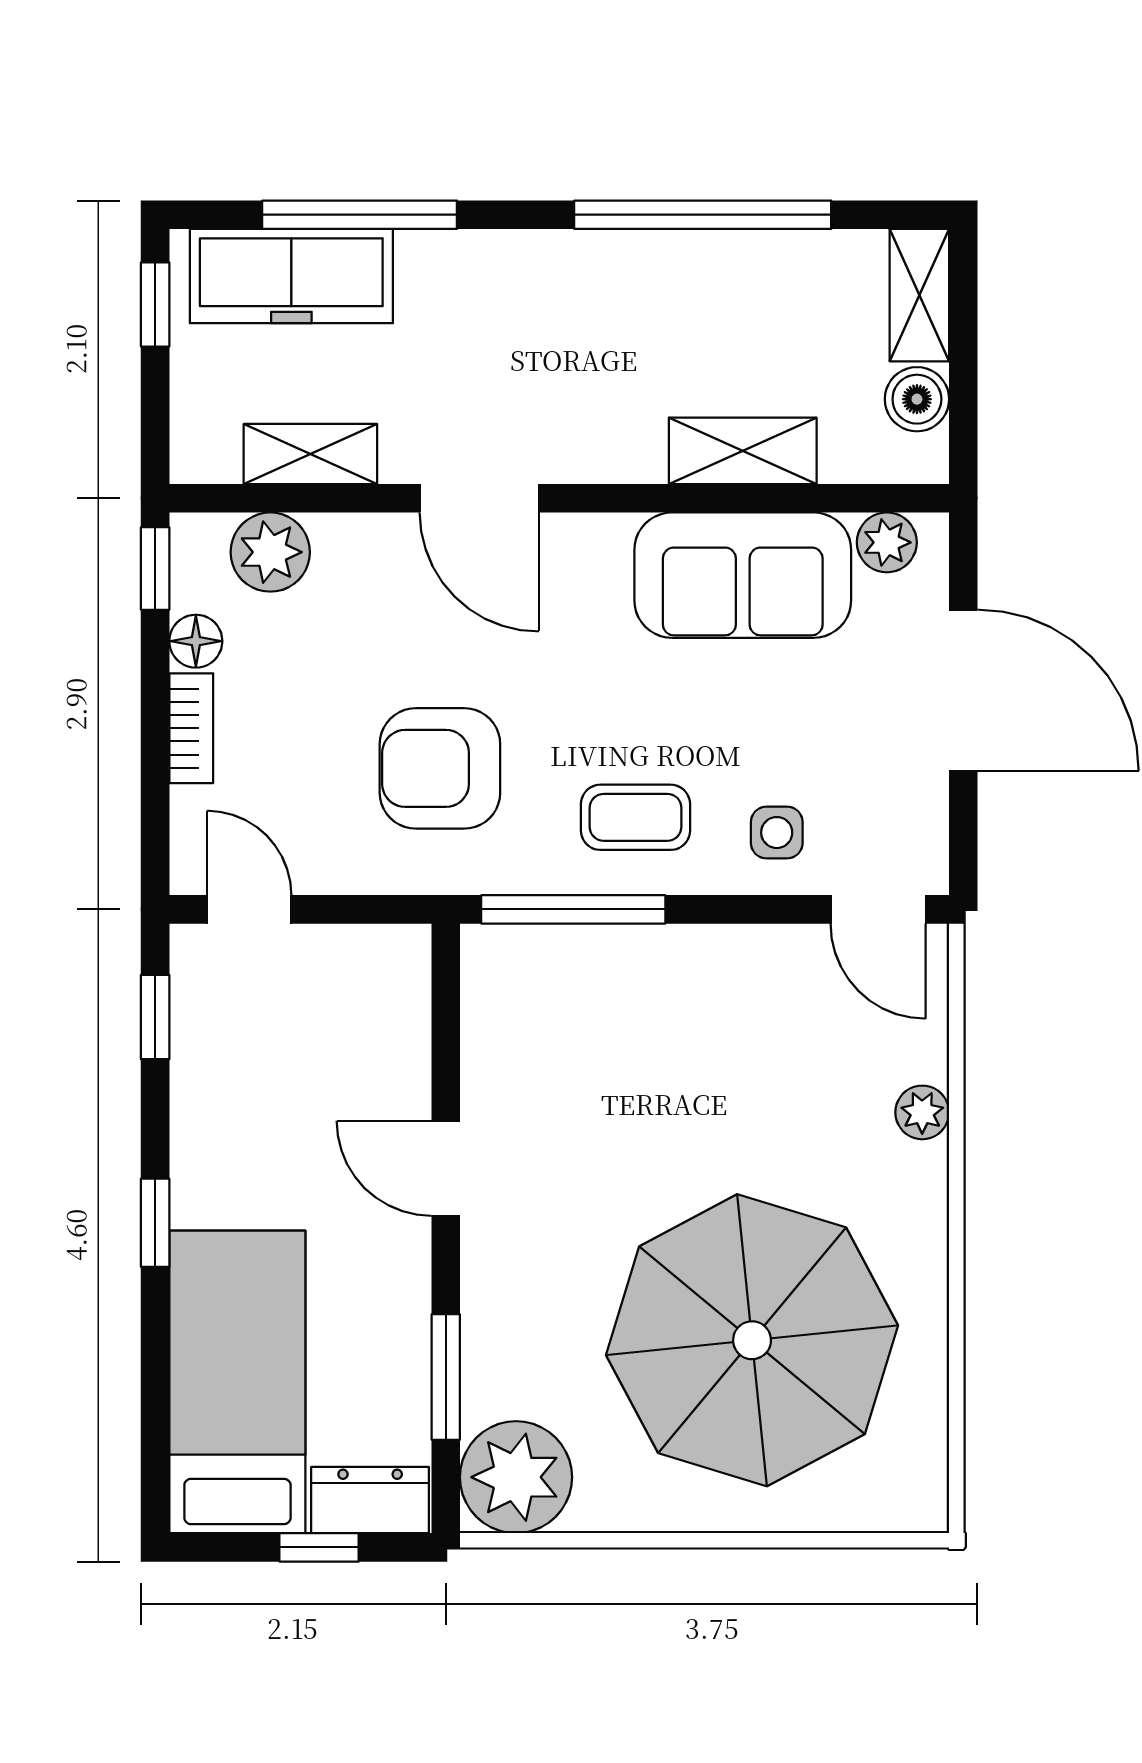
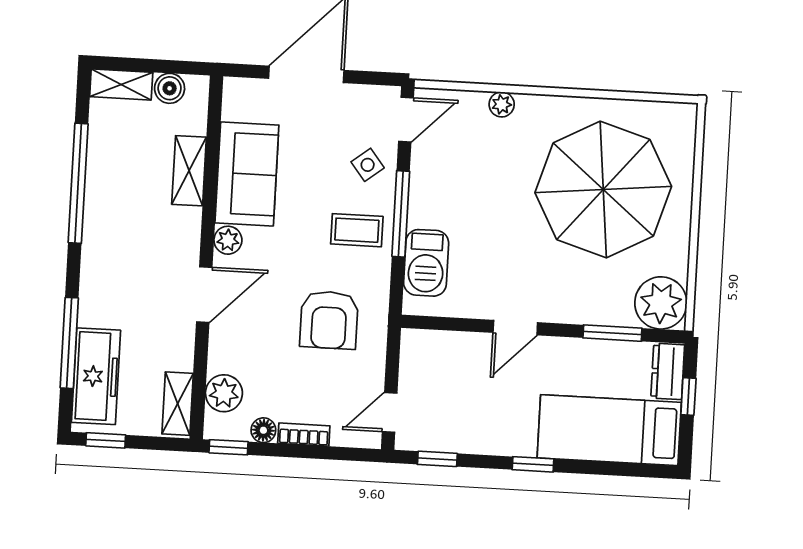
shelving: (310, 454) -> (178, 404), moved
plant: (887, 542) -> (228, 240), moved
coffee table: (636, 817) -> (357, 230), turned 90
side table: (777, 833) -> (368, 165), turned -38
window: (573, 909) -> (401, 214), moved
barbecue: (574, 970) -> (426, 263), added

